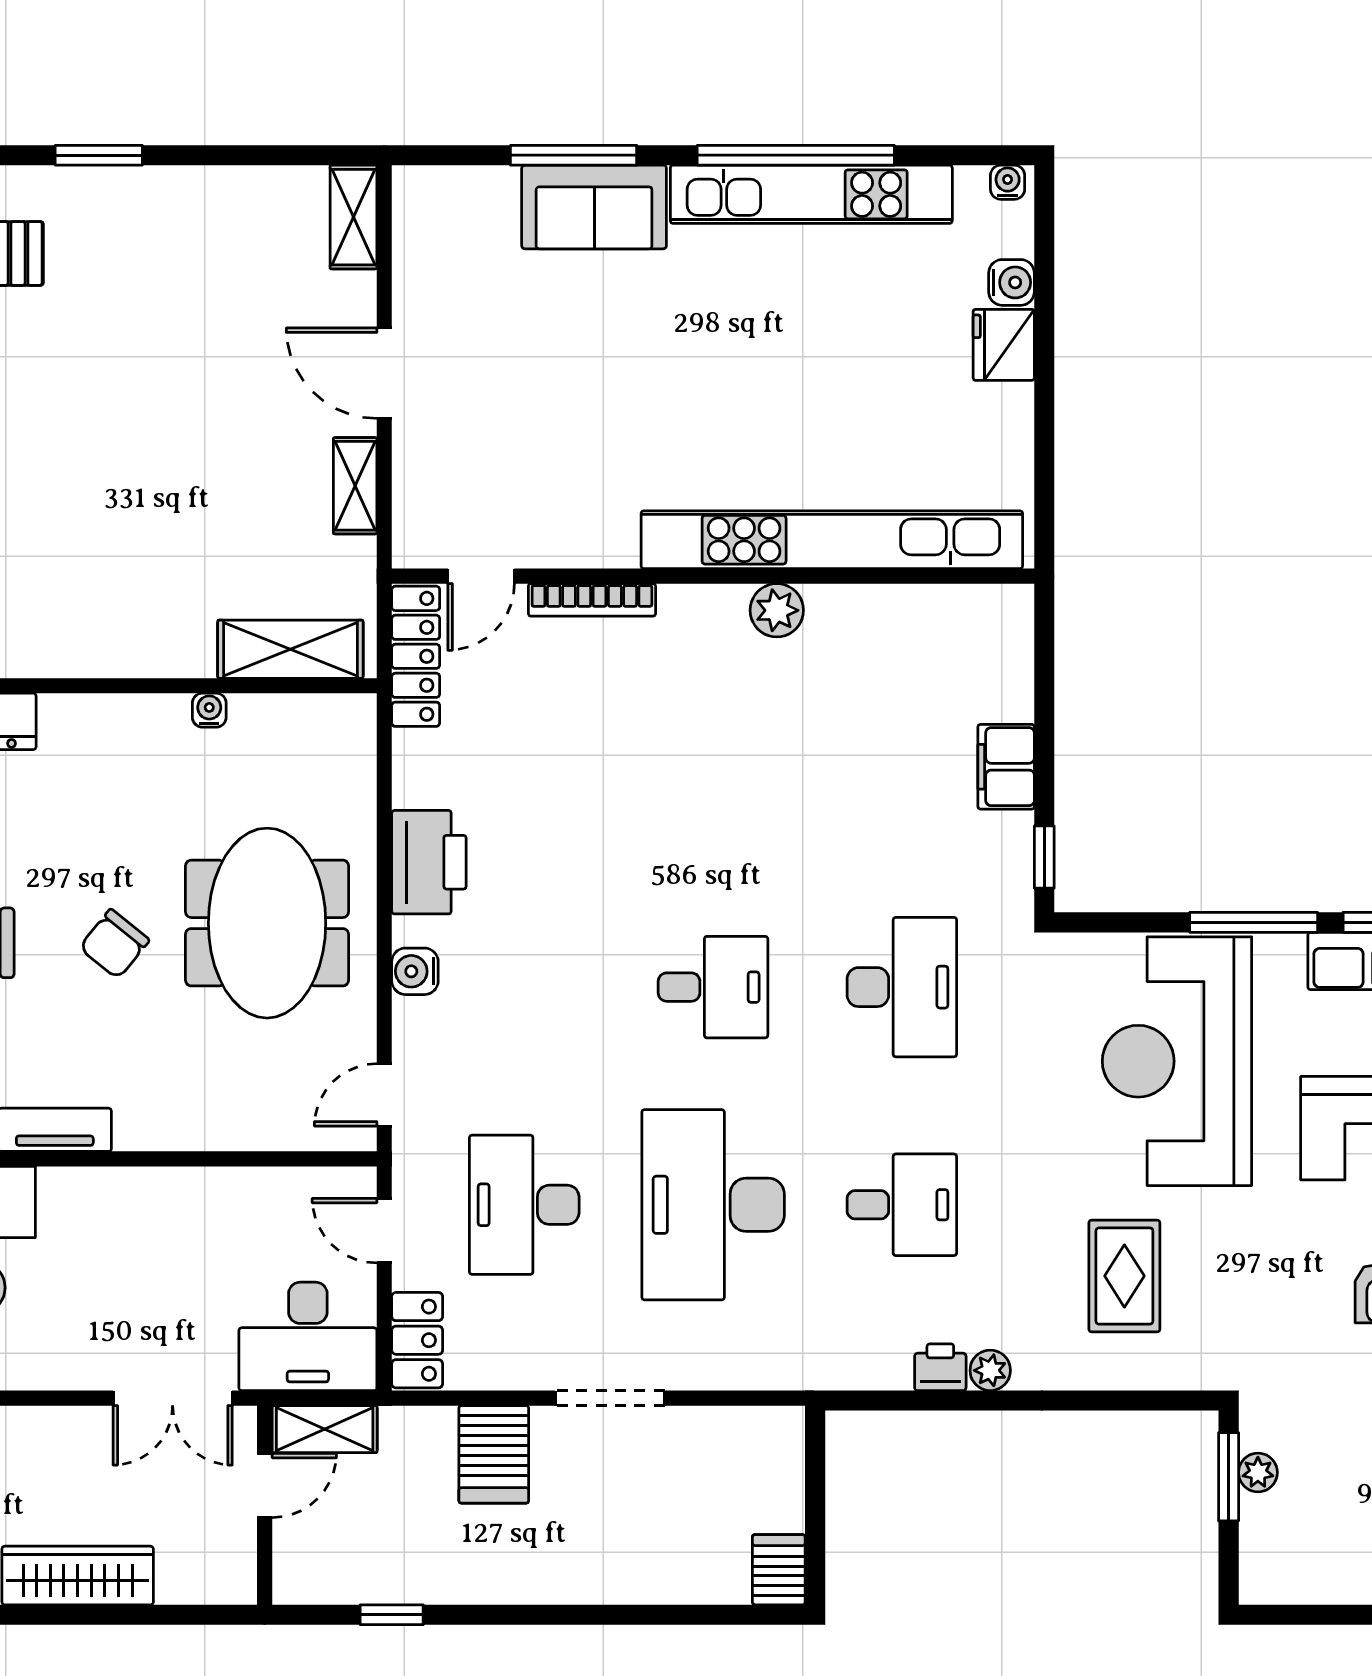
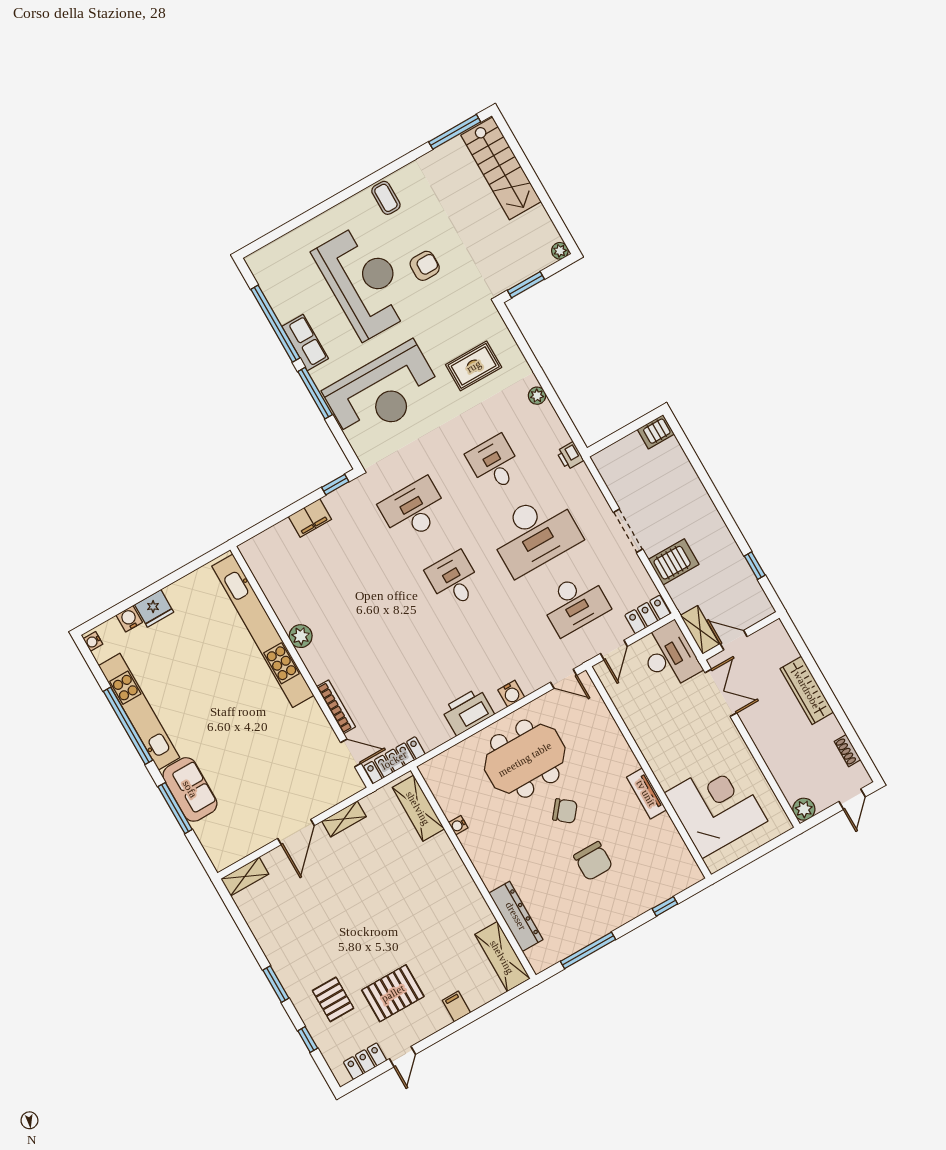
printer: (940, 1367) -> (570, 456), moved
plant: (1258, 1472) -> (560, 251), moved

